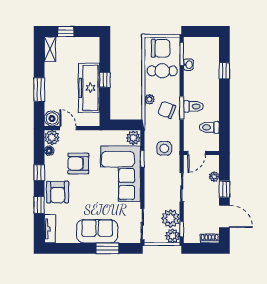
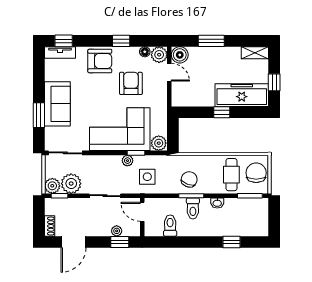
window: (66, 32) -> (274, 82), moved
chair: (161, 48) -> (256, 173), turned 180
washbasin: (188, 65) -> (217, 203), moved
freezer: (89, 88) -> (242, 95), moved
plant: (149, 99) -> (127, 161), moved
door: (68, 128) -> (169, 72), hinge flipped
window: (224, 189) -> (120, 242), moved
armchair: (58, 192) -> (100, 61), turned 180
window: (39, 205) -> (64, 41), moved

